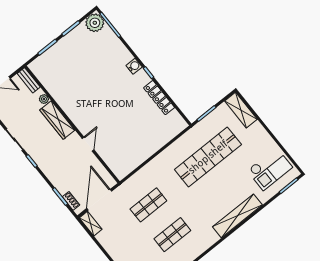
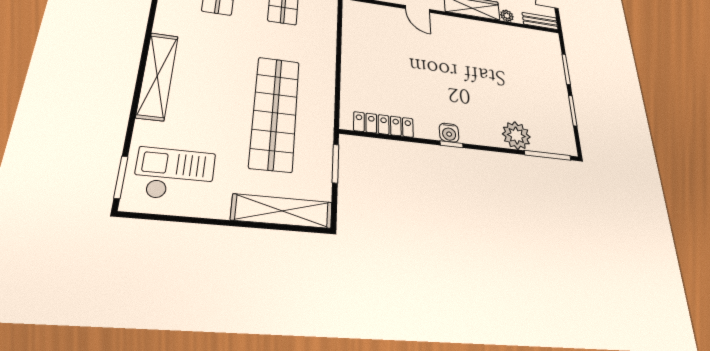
plant: (95, 23) -> (516, 135), moved
water cooler: (134, 66) -> (449, 133), moved
locker: (159, 98) -> (384, 125), moved
shelving: (241, 110) -> (282, 211), width x1.47
checkout: (270, 169) -> (174, 174), turned 90

